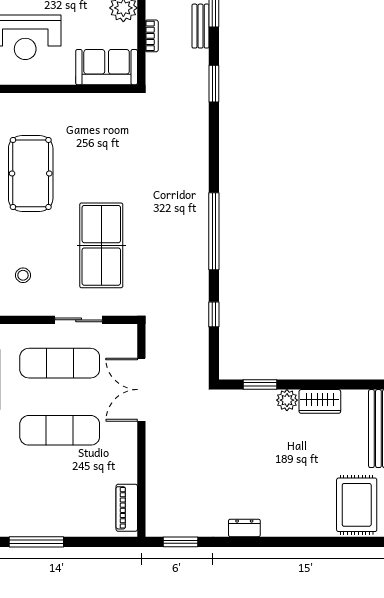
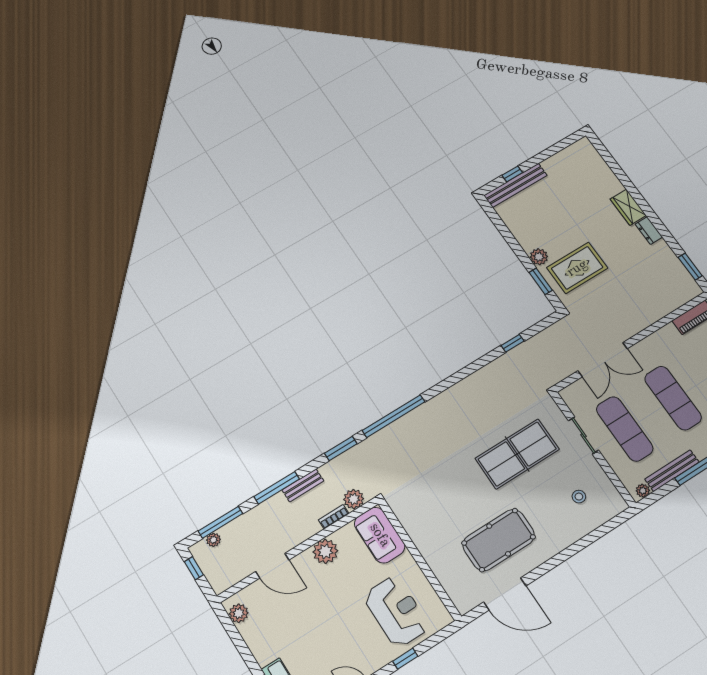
plant: (157, 65) -> (354, 499), added
window: (214, 231) -> (394, 416), moved
wardrobe: (320, 401) -> (628, 207), moved, turned 180
rug: (357, 505) -> (577, 268), moved

